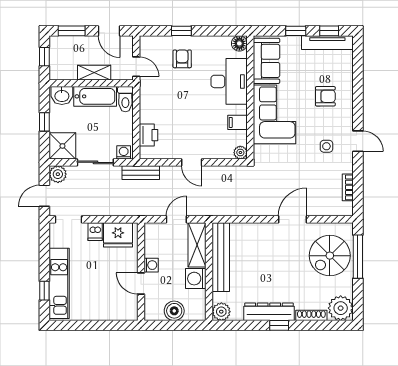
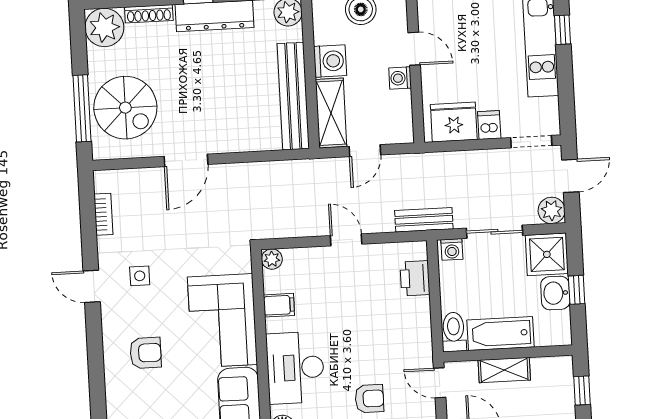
armchair: (182, 59) -> (369, 399), turned -90
washbasin: (62, 95) -> (555, 293), moved, turned -90
armchair: (325, 96) -> (146, 353), turned 180
spiral stairs: (330, 256) -> (125, 108), turned 90

